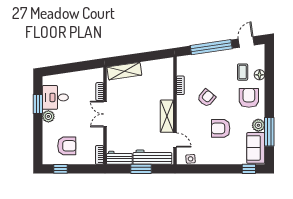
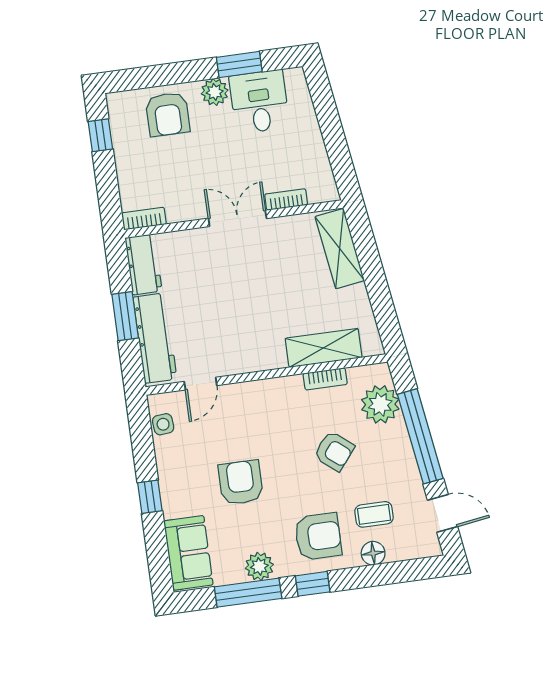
plant: (195, 63) -> (380, 404), added
armchair: (207, 98) -> (334, 451), moved
window: (269, 103) -> (313, 584), added
shelving: (167, 116) -> (324, 348), moved
armchair: (67, 146) -> (168, 114), moved
sofa: (256, 148) -> (188, 553), moved, turned 90
window: (249, 169) -> (150, 497), moved

